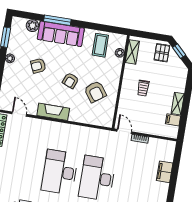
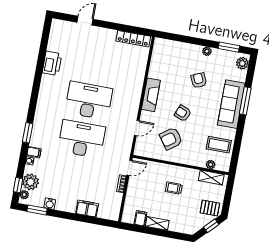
plant: (32, 26) -> (242, 63), moved
door: (19, 114) -> (137, 128), moved

